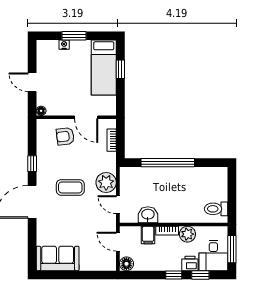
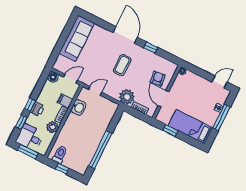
window: (74, 36) -> (221, 118), width x1.44
window: (120, 69) -> (170, 131), moved
door: (32, 82) -> (220, 82), moved
door: (86, 117) -> (163, 99), hinge flipped
window: (168, 163) -> (100, 150), moved
plant: (106, 183) -> (127, 97), moved
window: (232, 198) -> (62, 169), added
sofa: (58, 258) -> (77, 38), width x1.36
printer: (190, 263) -> (37, 109), moved

